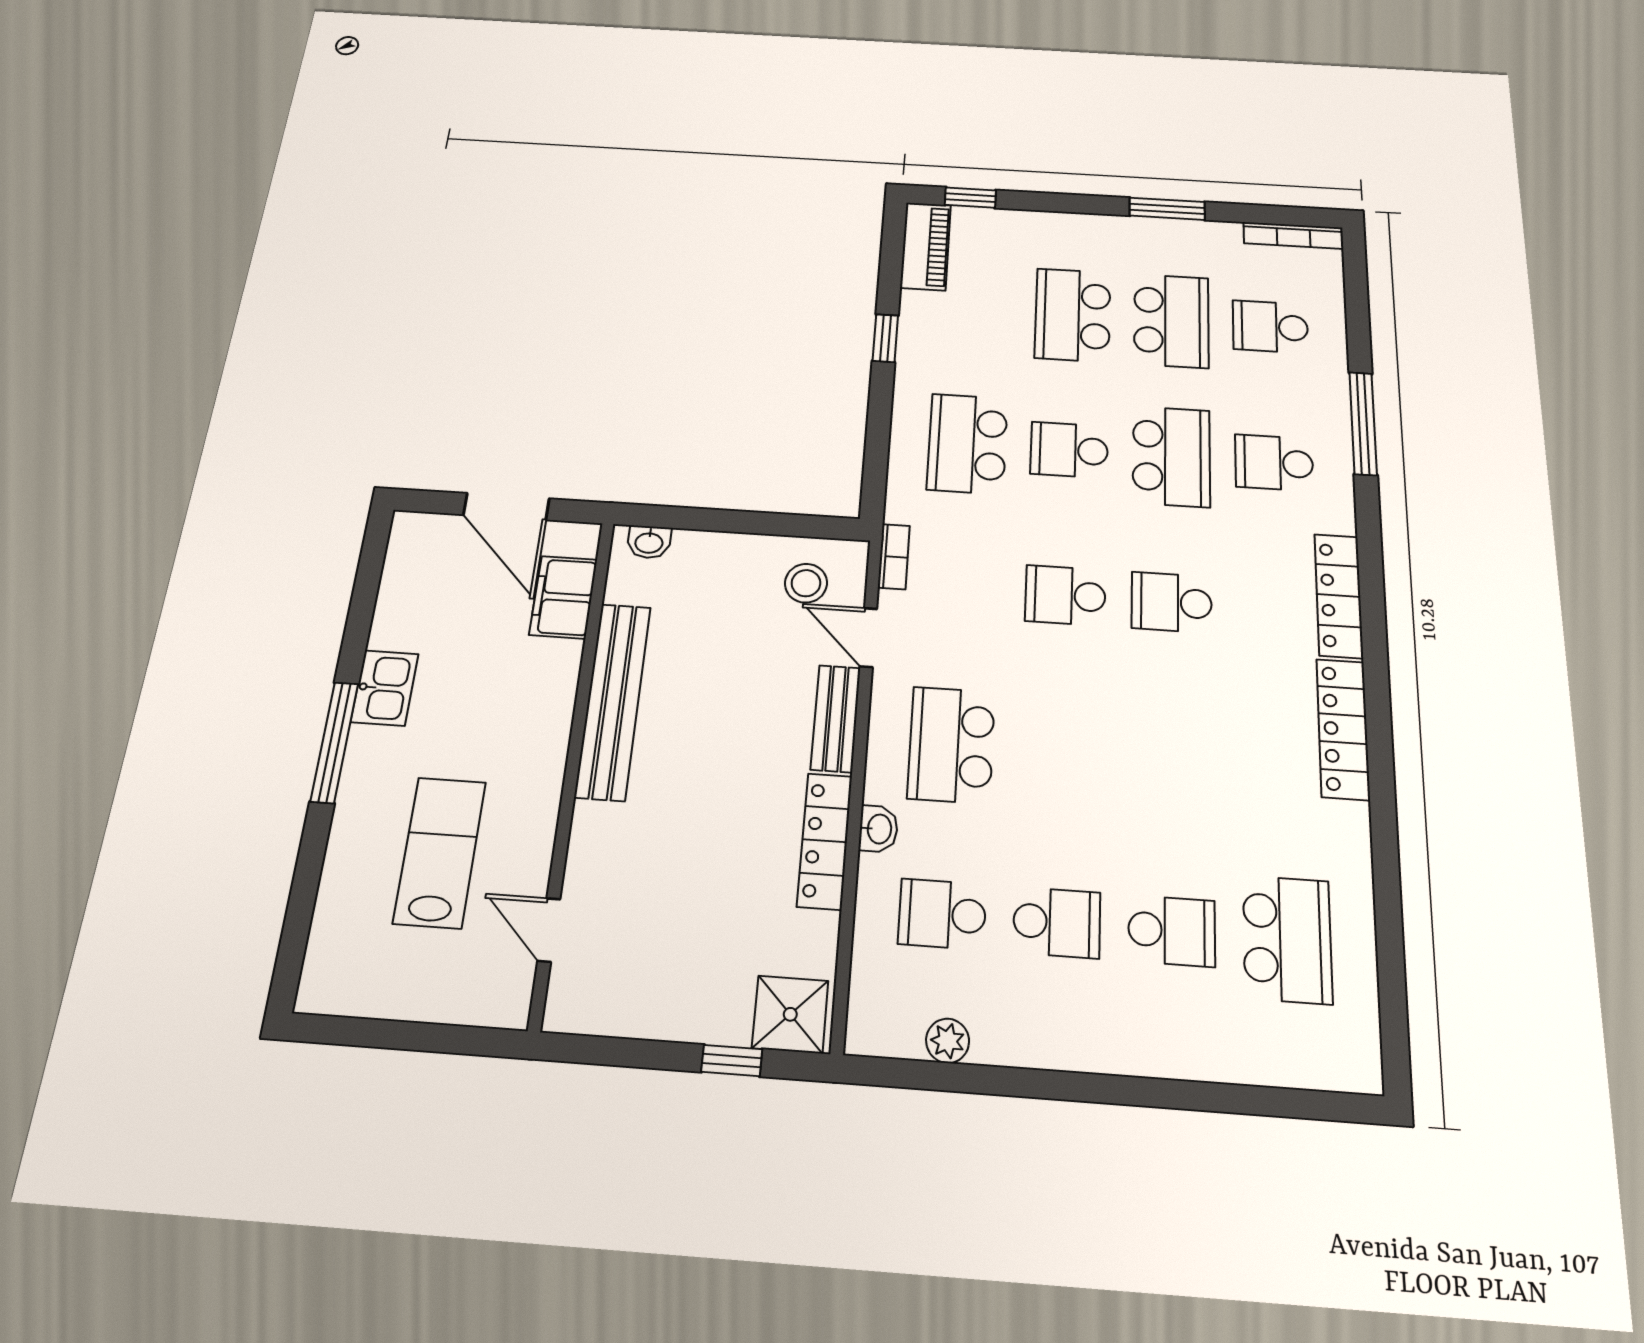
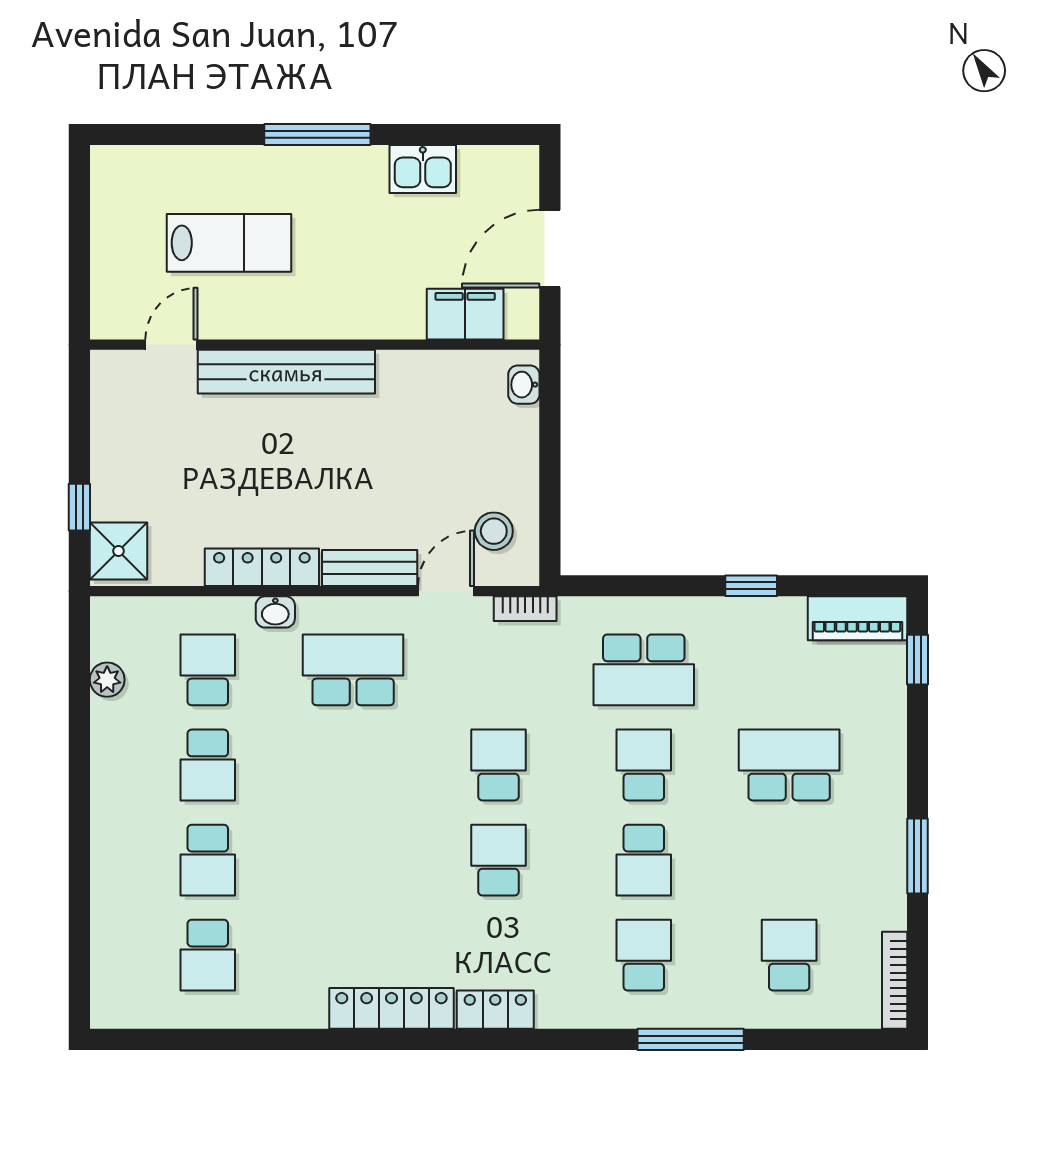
school desk: (1171, 321) -> (789, 860), removed
school desk: (967, 444) -> (644, 670), turned 180
school desk: (1171, 456) -> (644, 860), width x0.54
locker: (1339, 596) -> (495, 1010), width x0.66
kitchen sink: (385, 688) -> (423, 169), moved
bench: (613, 701) -> (286, 372), moved
school desk: (1287, 939) -> (208, 955), width x0.54

